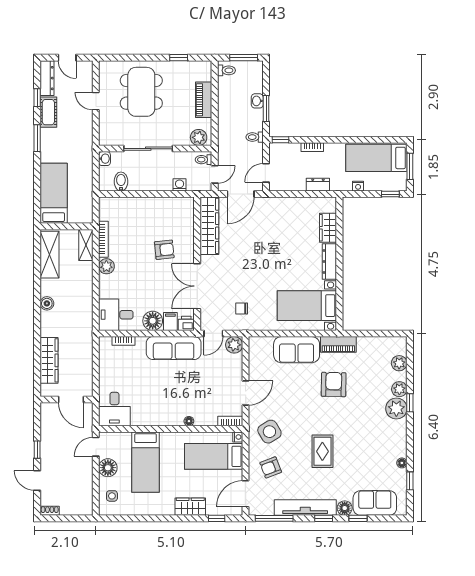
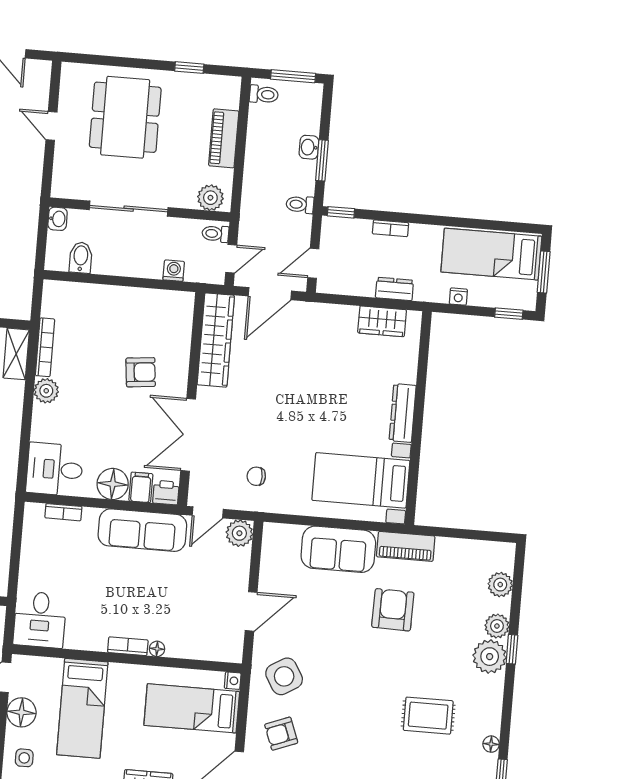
wardrobe: (328, 228) -> (382, 321), moved, turned -90
bookcase: (230, 421) -> (128, 646), moved
rug: (322, 451) -> (428, 716), moved, turned 90

